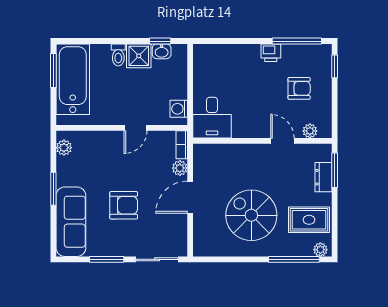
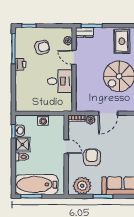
armchair: (299, 88) -> (42, 47), turned 79
washing machine: (179, 109) -> (43, 120), moved
desk: (212, 118) -> (60, 81), moved
door: (282, 141) -> (74, 57), hinge flipped
plant: (64, 148) -> (82, 186), width x1.87, depth x1.87
dresser: (323, 177) -> (85, 32), moved
door: (190, 197) -> (108, 113), hinge flipped
armchair: (124, 205) -> (92, 157), moved

